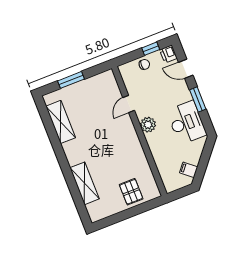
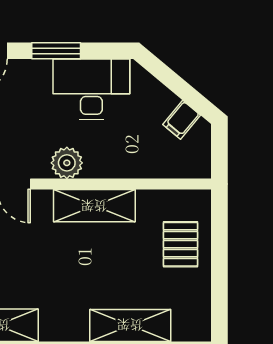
shelving: (133, 145) -> (94, 206), added
pallet: (131, 192) -> (180, 244), turned 90

